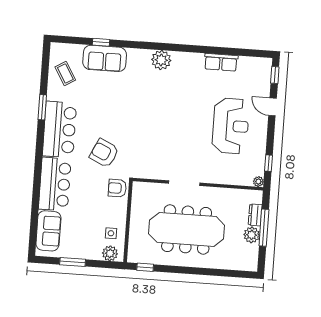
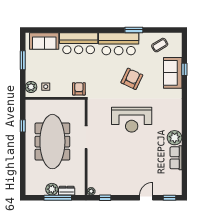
plant: (161, 60) -> (175, 138), moved
reception desk: (231, 126) -> (132, 120), moved
armchair: (104, 153) -> (132, 79), moved
window: (145, 267) -> (23, 126), moved

